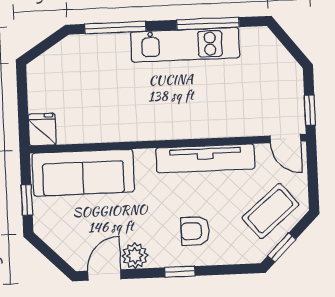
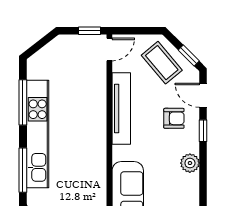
kitchen unit: (185, 45) -> (38, 134), width x1.36
armchair: (195, 231) -> (174, 118), turned -90
door: (104, 275) -> (203, 95), moved

